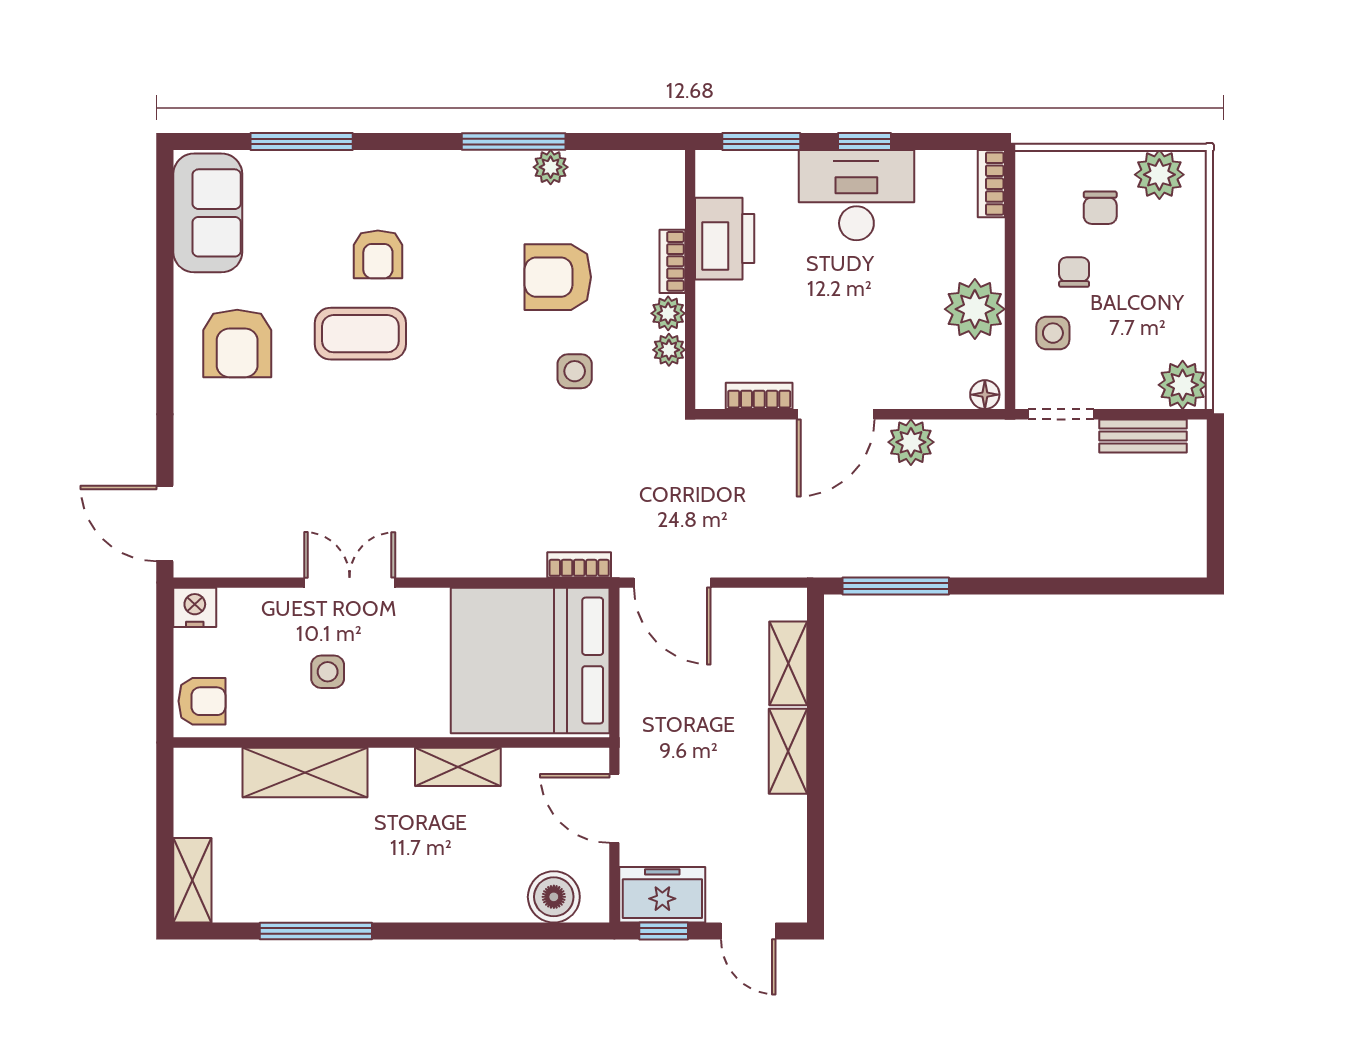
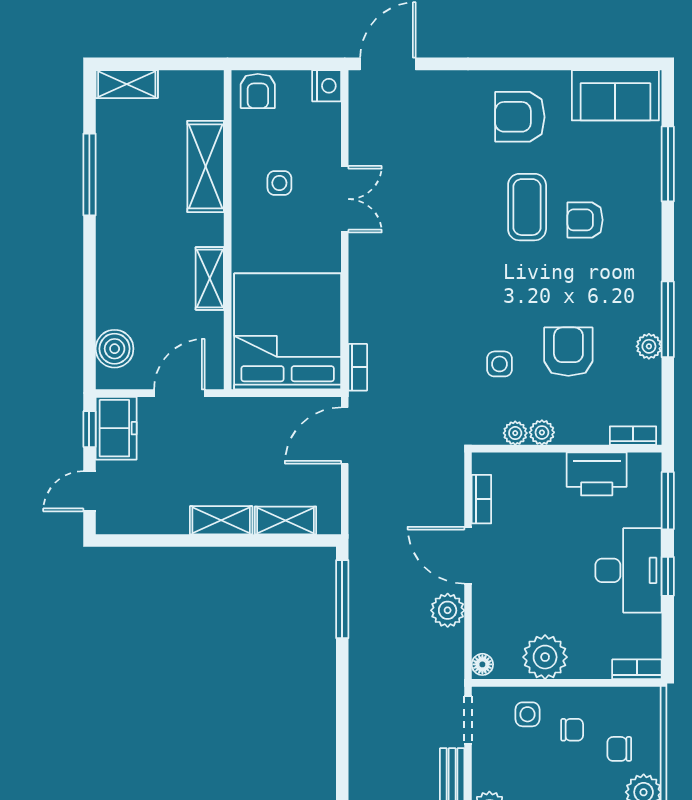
bookcase: (672, 261) -> (633, 436), moved

